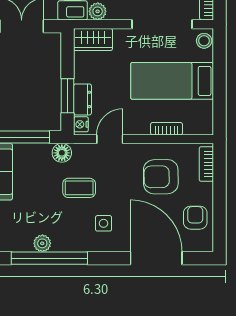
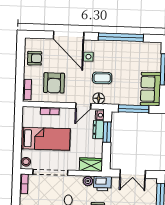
floor lamp: (62, 153) -> (99, 98), moved
armchair: (161, 177) -> (54, 83), turned 91
armchair: (195, 218) -> (35, 58), turned -90
plant: (42, 243) -> (125, 46), removed
door: (156, 258) -> (69, 36), moved

